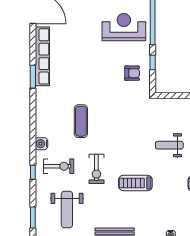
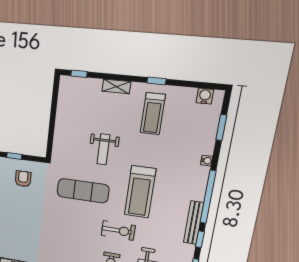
exercise mat: (81, 121) -> (83, 191), moved, width x1.36, depth x1.45
treadmill: (135, 183) -> (140, 192), width x1.37, depth x1.38

